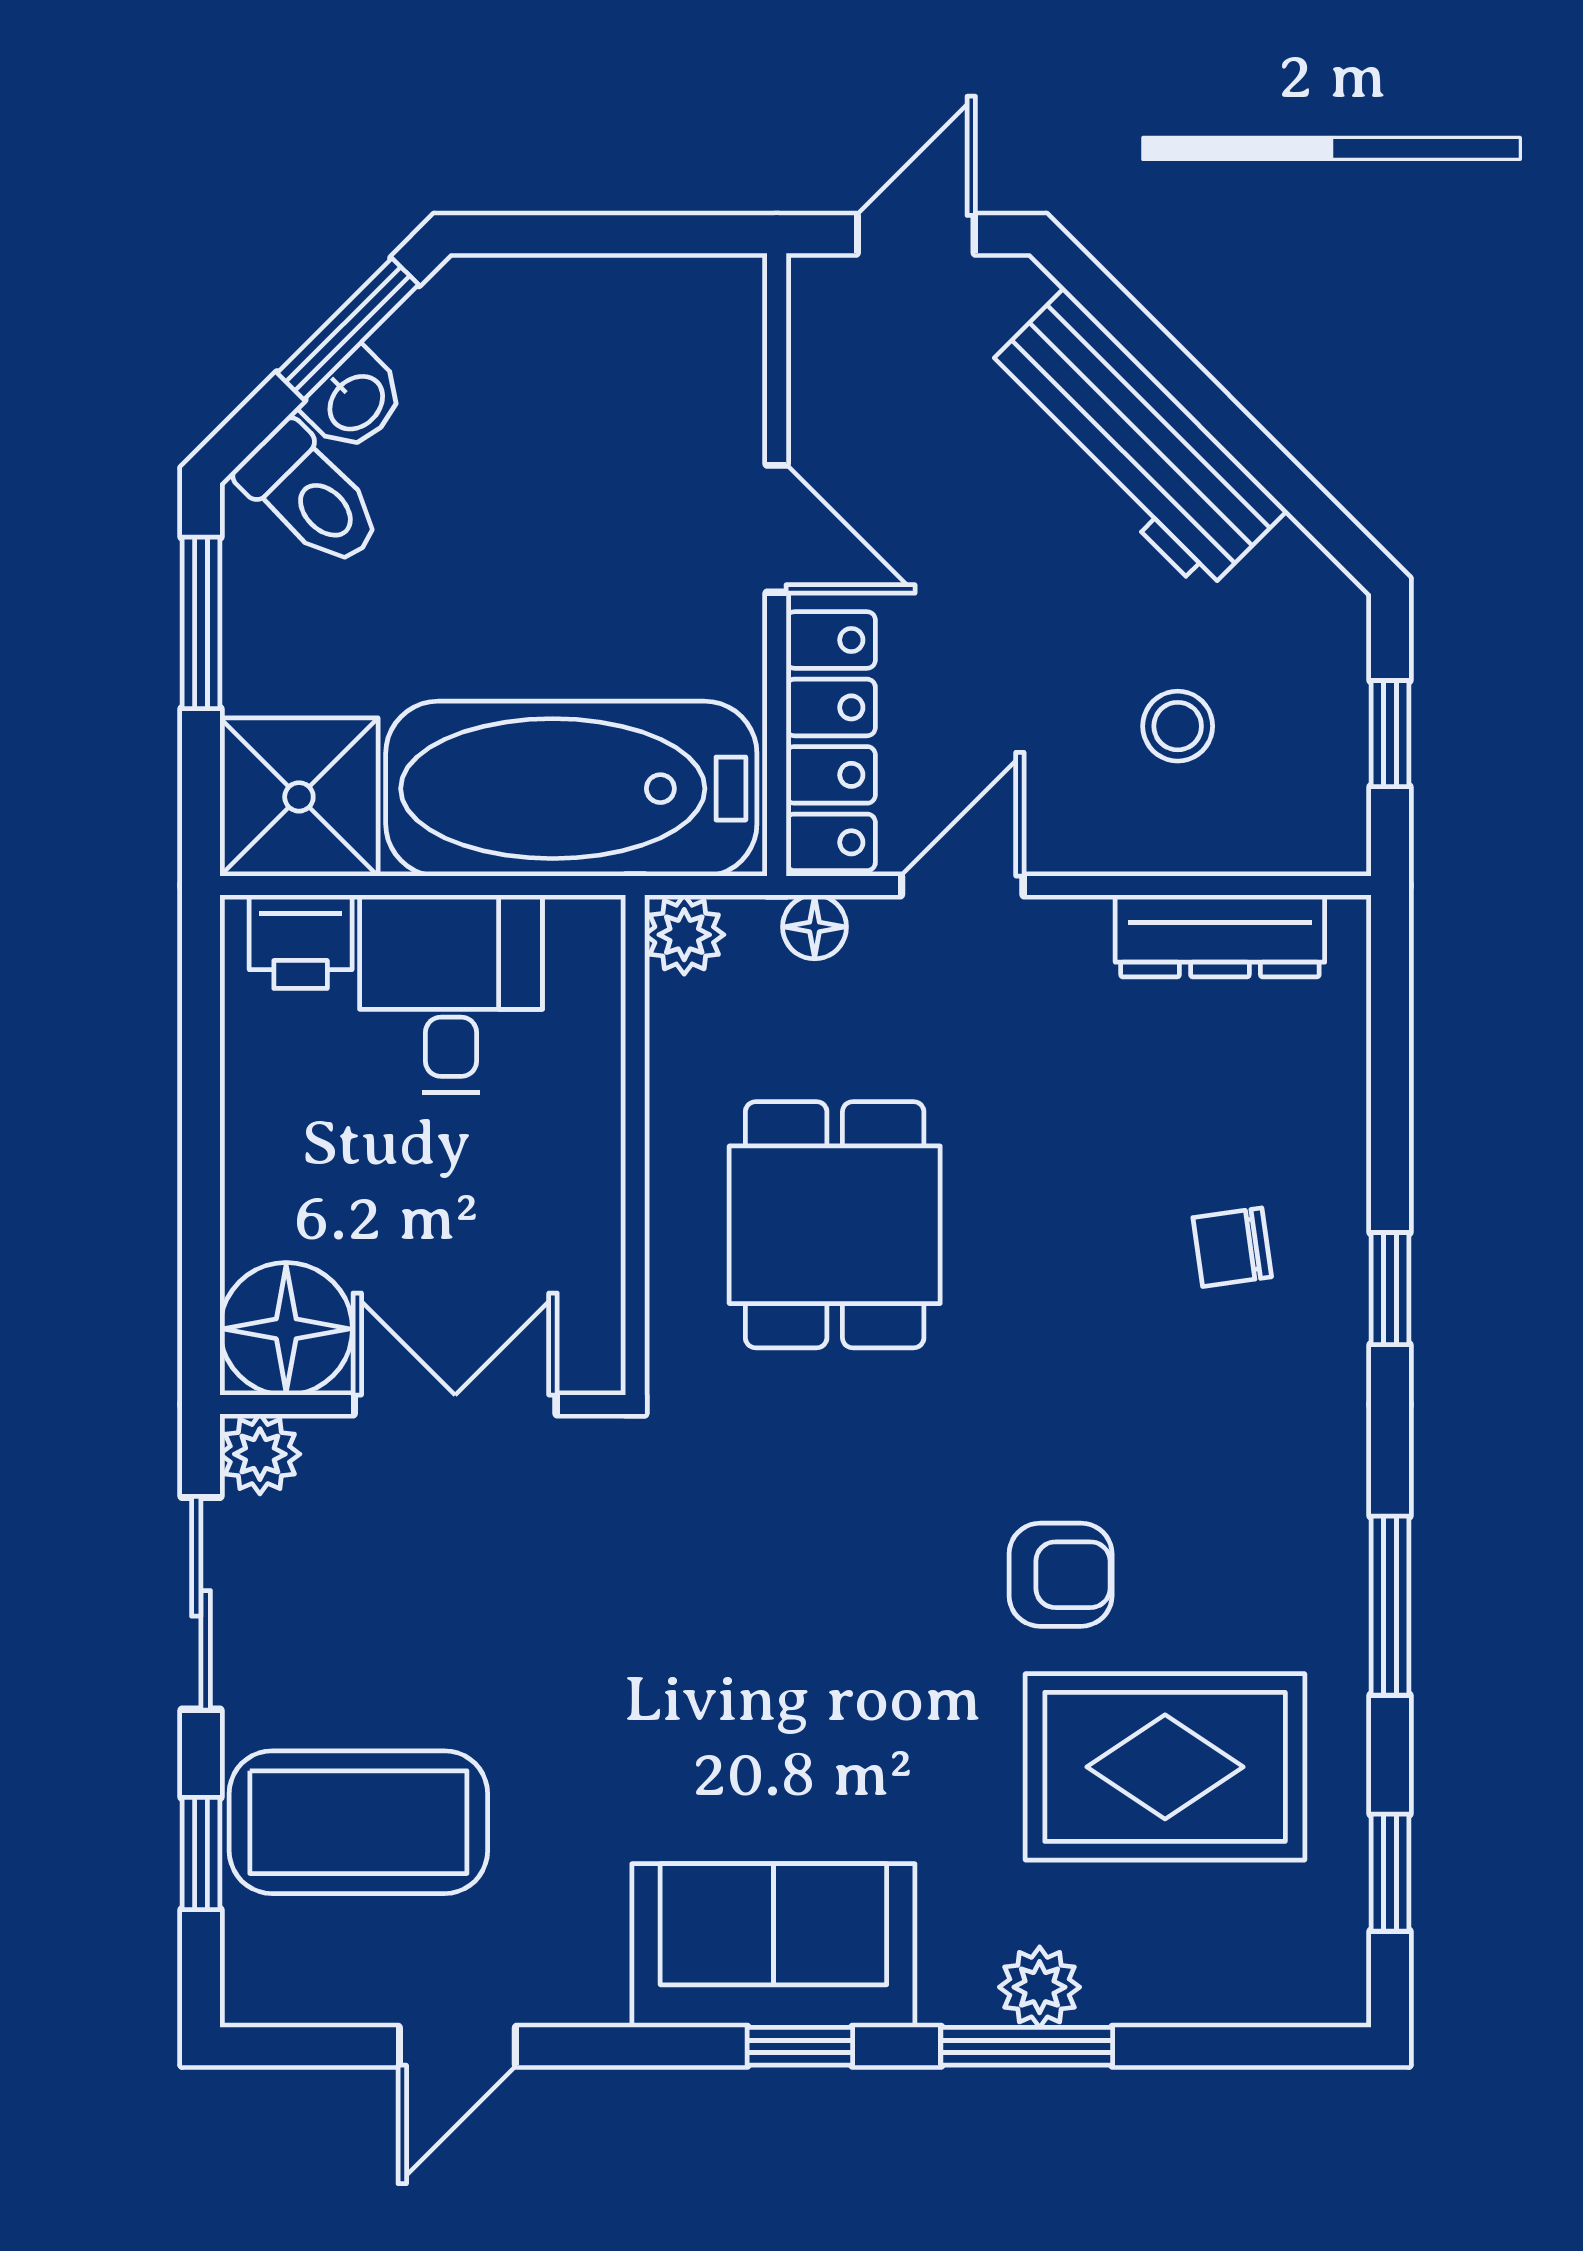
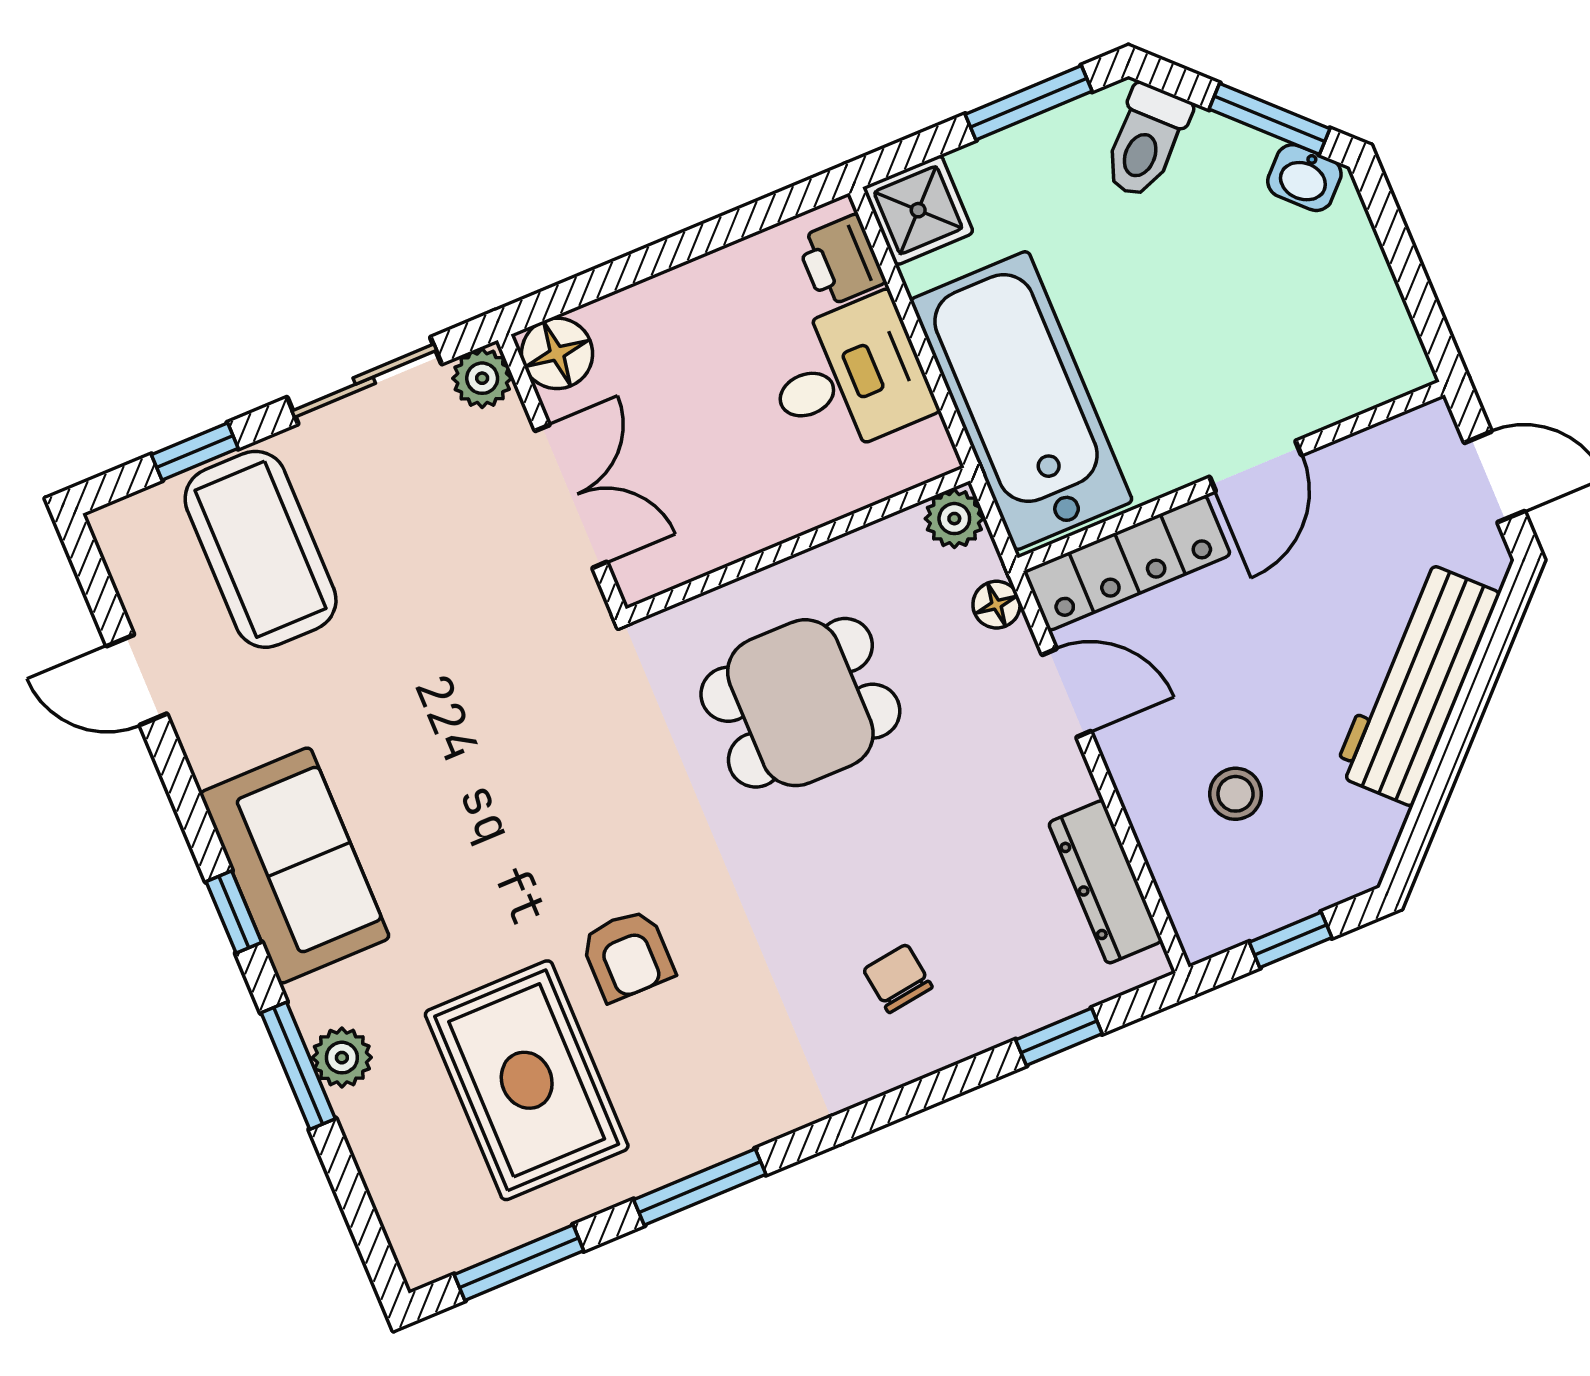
washbasin: (355, 401) -> (1304, 178), moved
shower: (299, 797) -> (918, 210), width x0.73, depth x0.73
window: (1390, 1289) -> (1059, 1037), moved
floor lamp: (286, 1329) -> (557, 353), width x0.73, depth x0.73
window: (1390, 1873) -> (519, 1263), width x1.50

